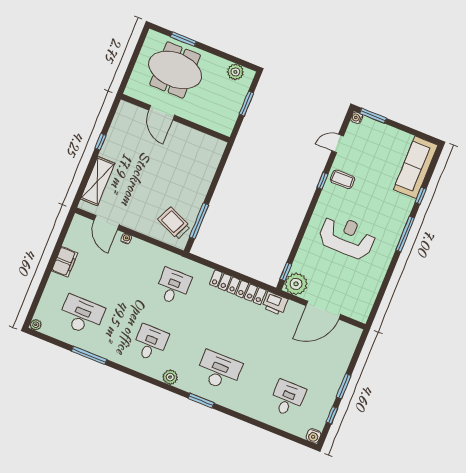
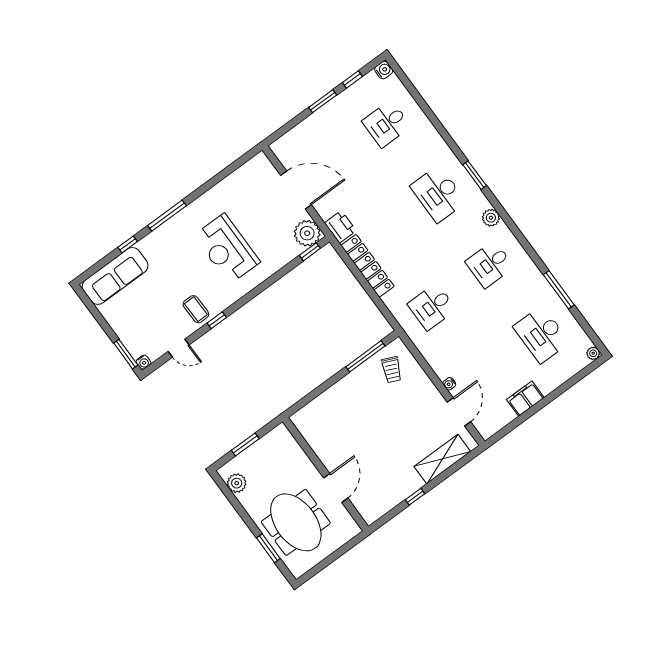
trolley: (174, 223) -> (392, 370), width x0.73, depth x0.72

